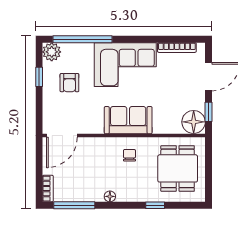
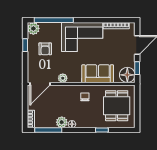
sofa: (128, 120) -> (98, 74), moved
plant: (96, 127) -> (63, 78), added
plant: (94, 193) -> (62, 122), added

